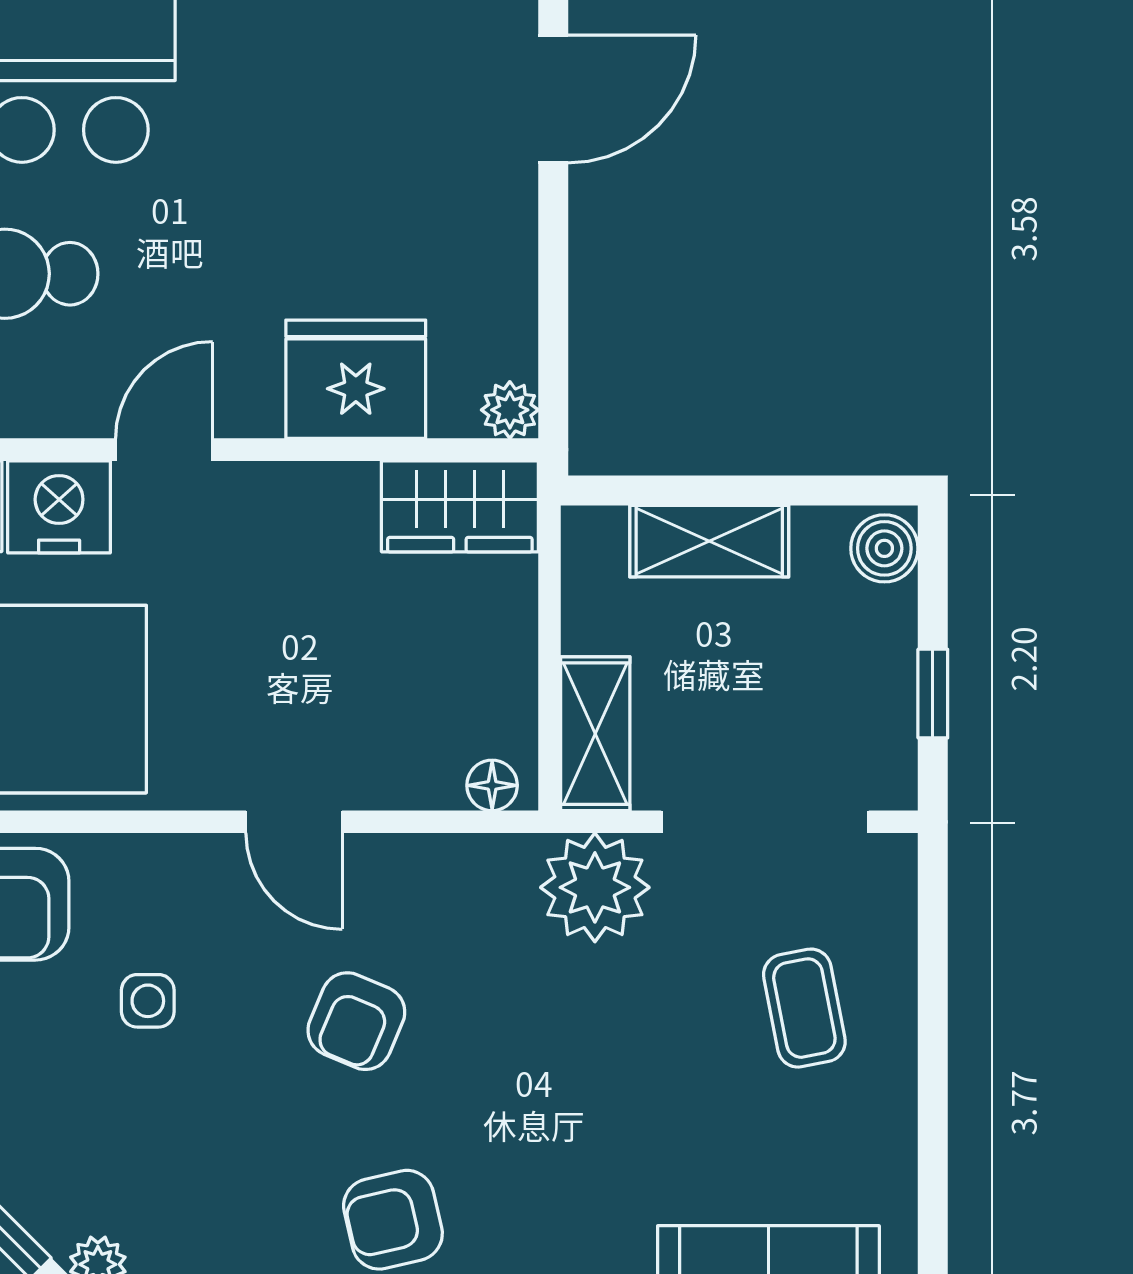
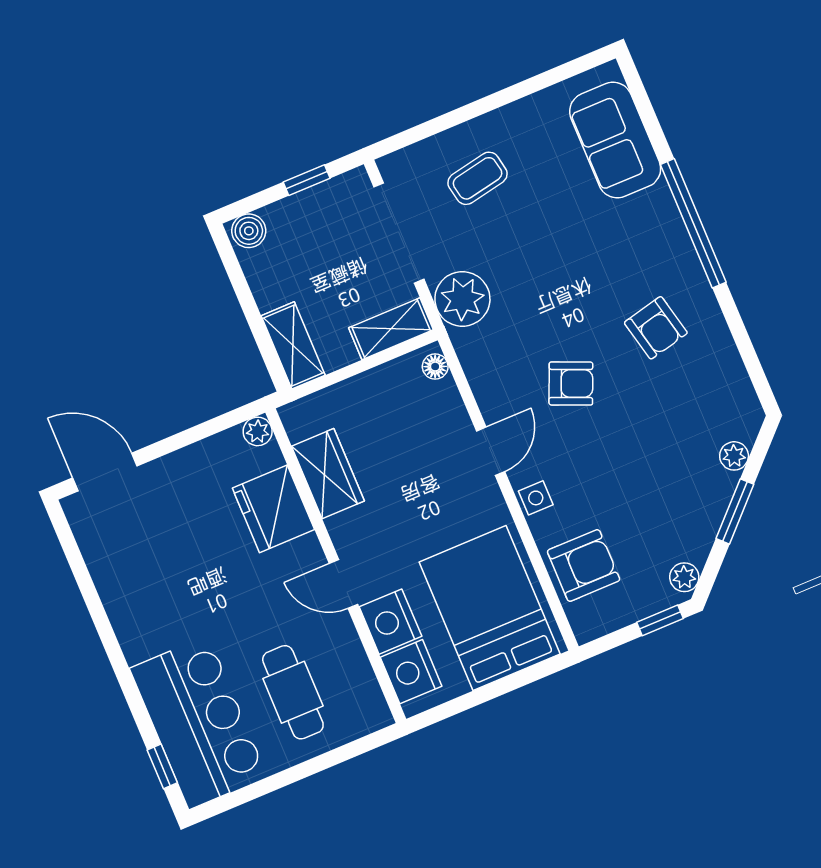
wardrobe: (460, 506) -> (328, 474), moved
shelving: (709, 541) -> (293, 345), moved
side table: (148, 1001) -> (536, 498), moved

